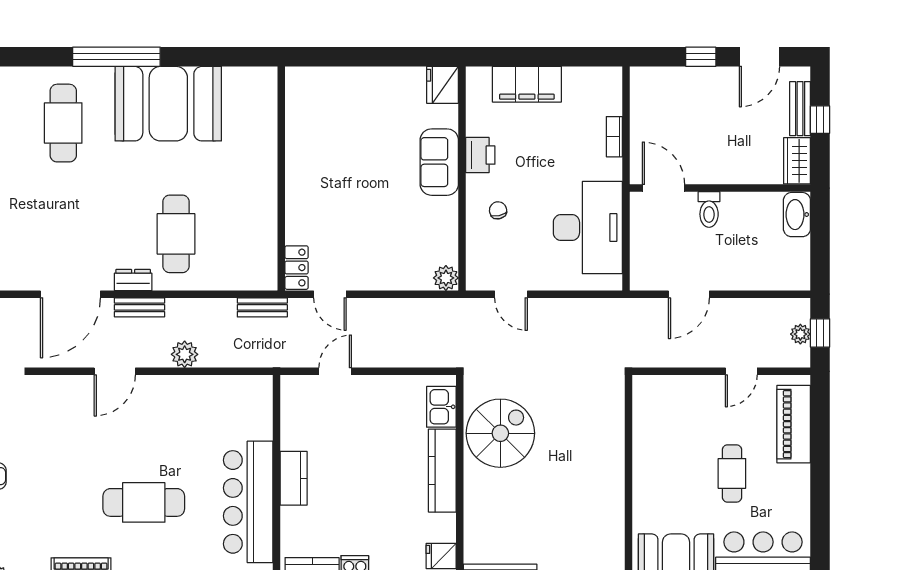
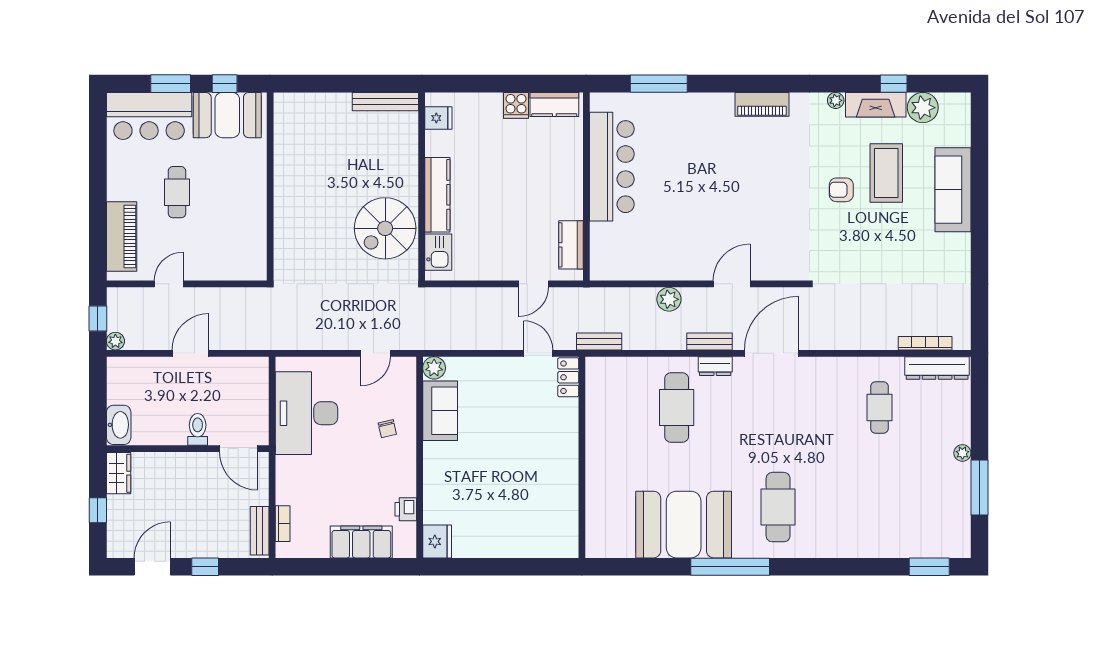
bench: (800, 109) -> (260, 531), moved
bookcase: (614, 137) -> (283, 524), moved
printer: (480, 155) -> (406, 509), moved, width x0.73, depth x0.81
sofa: (439, 162) -> (440, 411), moved
door: (511, 294) -> (376, 353), swing flipped
door: (689, 294) -> (191, 353), moved
plant: (800, 334) -> (115, 341), moved
kitchen counter: (294, 478) -> (571, 245), moved
cafe table: (144, 502) -> (706, 166), removed

